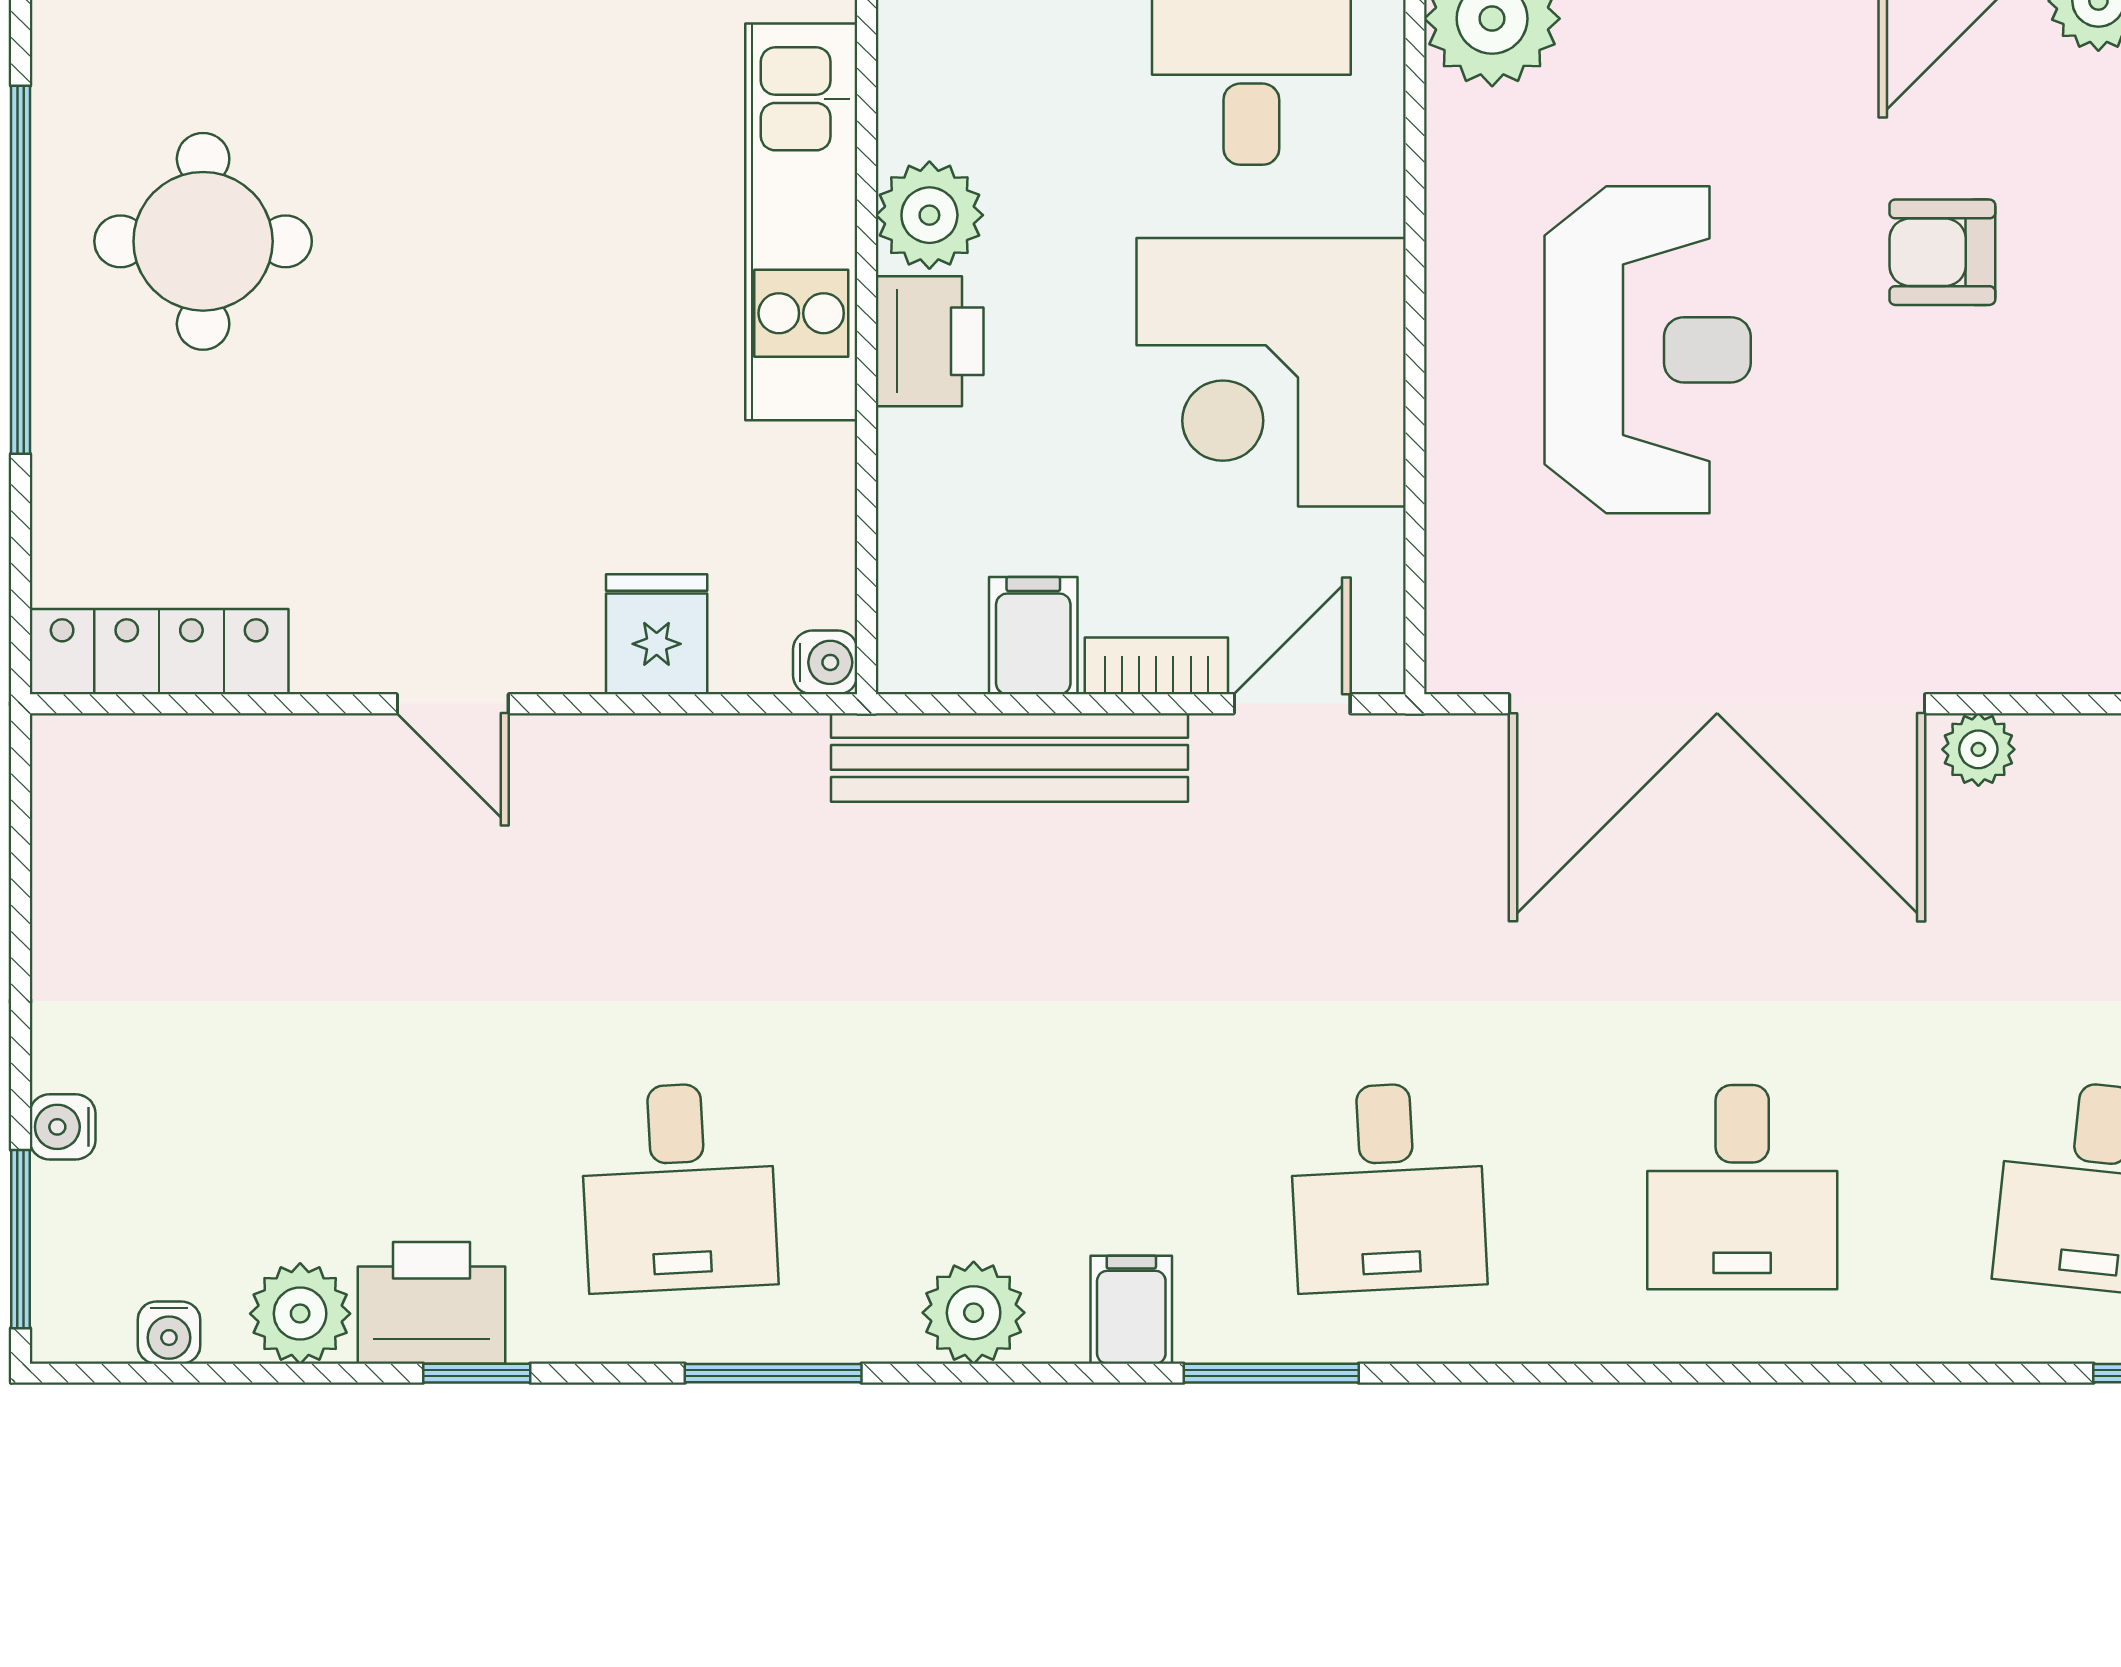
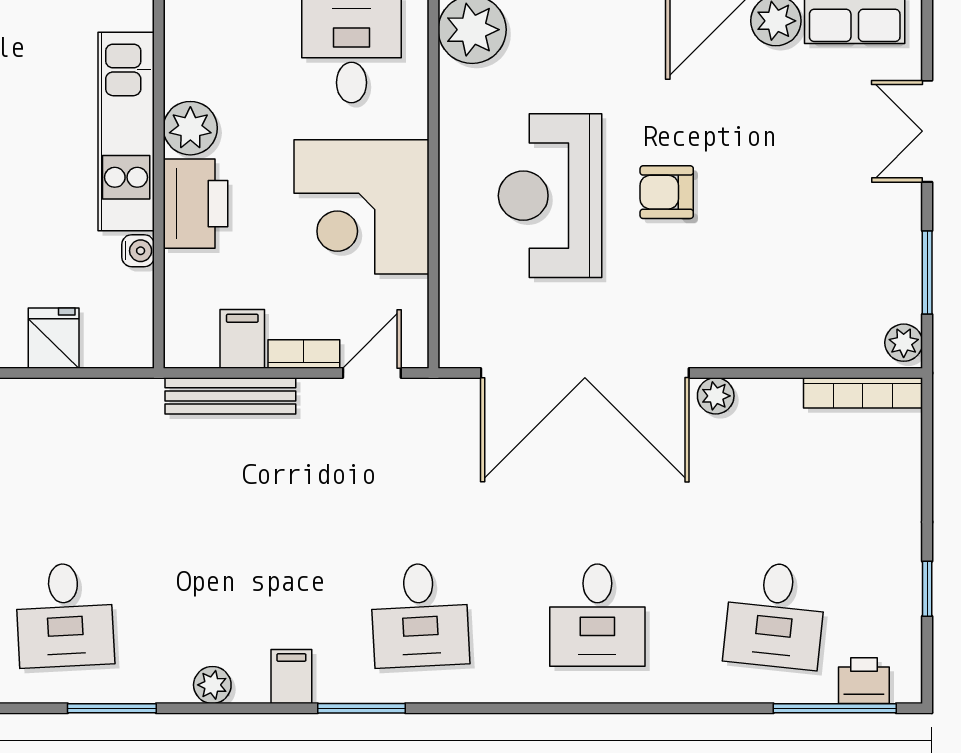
armchair: (1942, 252) -> (667, 192), moved
printer: (930, 341) -> (196, 204), width x1.37, depth x1.19
reception desk: (1648, 350) -> (550, 196), turned 180
water cooler: (825, 662) -> (138, 251), moved
bench: (1010, 757) -> (230, 396), width x0.73, depth x0.82
plant: (974, 1313) -> (212, 685), width x0.73, depth x0.73

